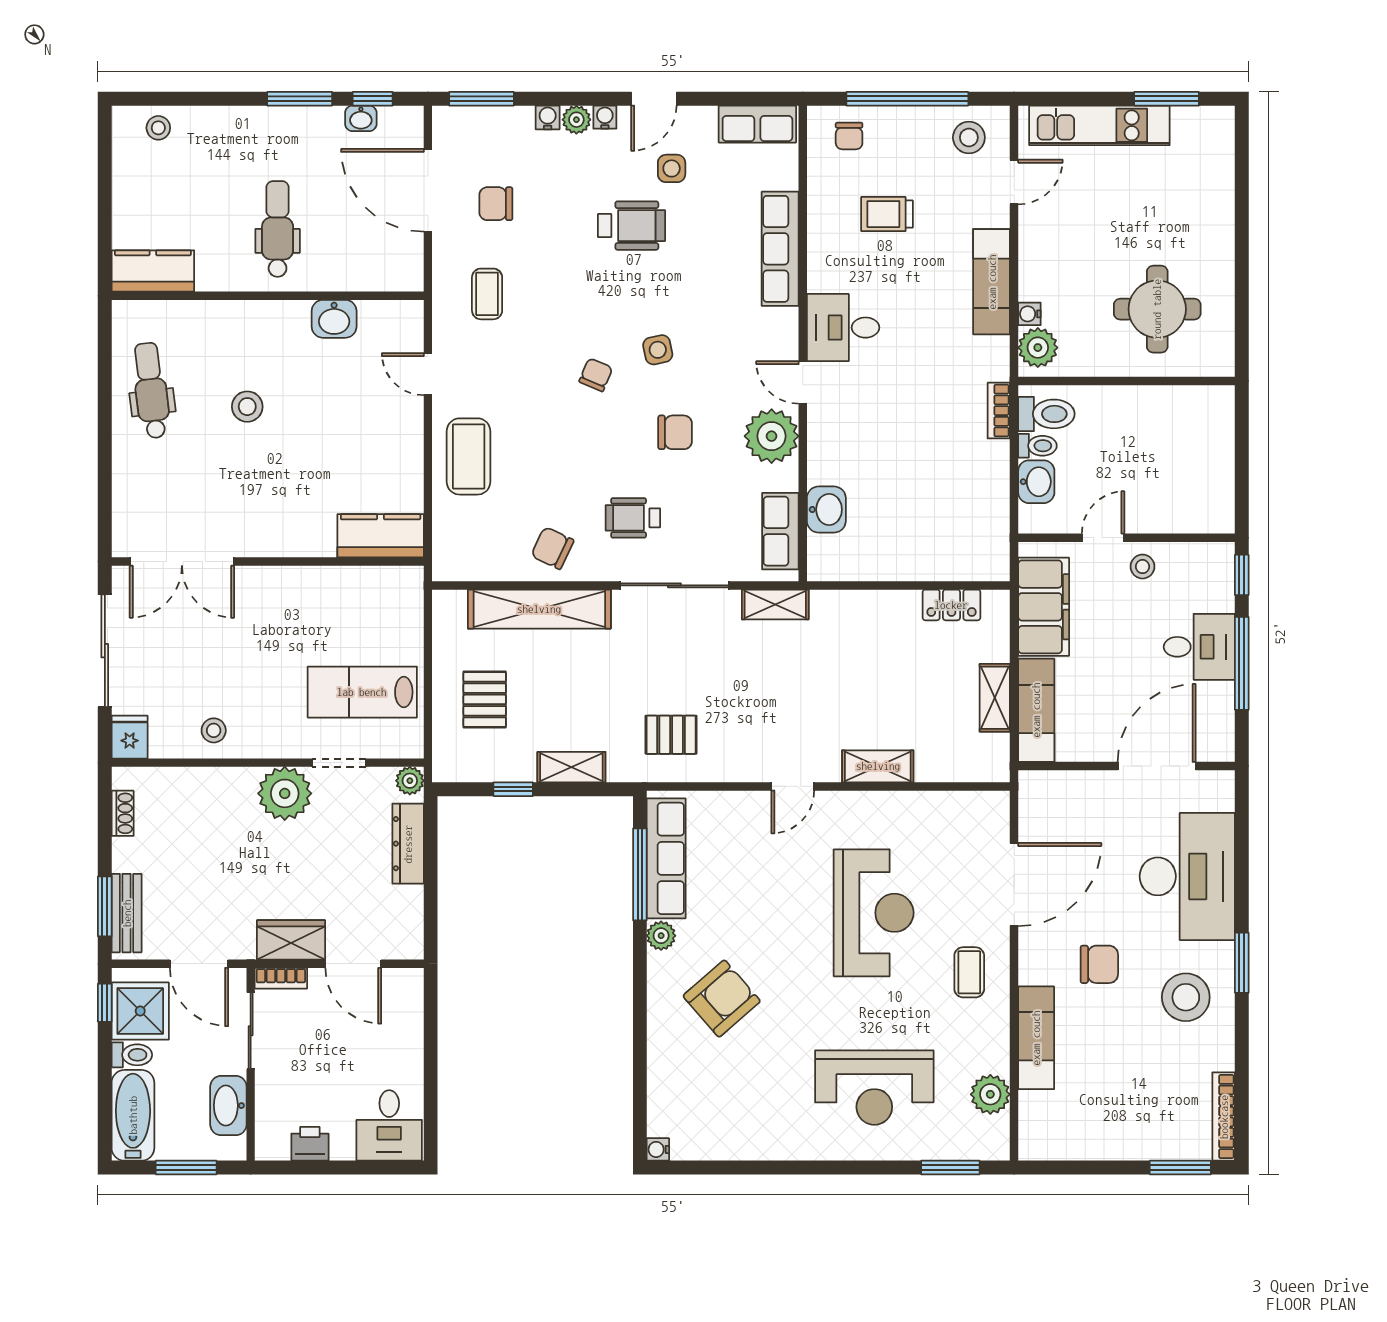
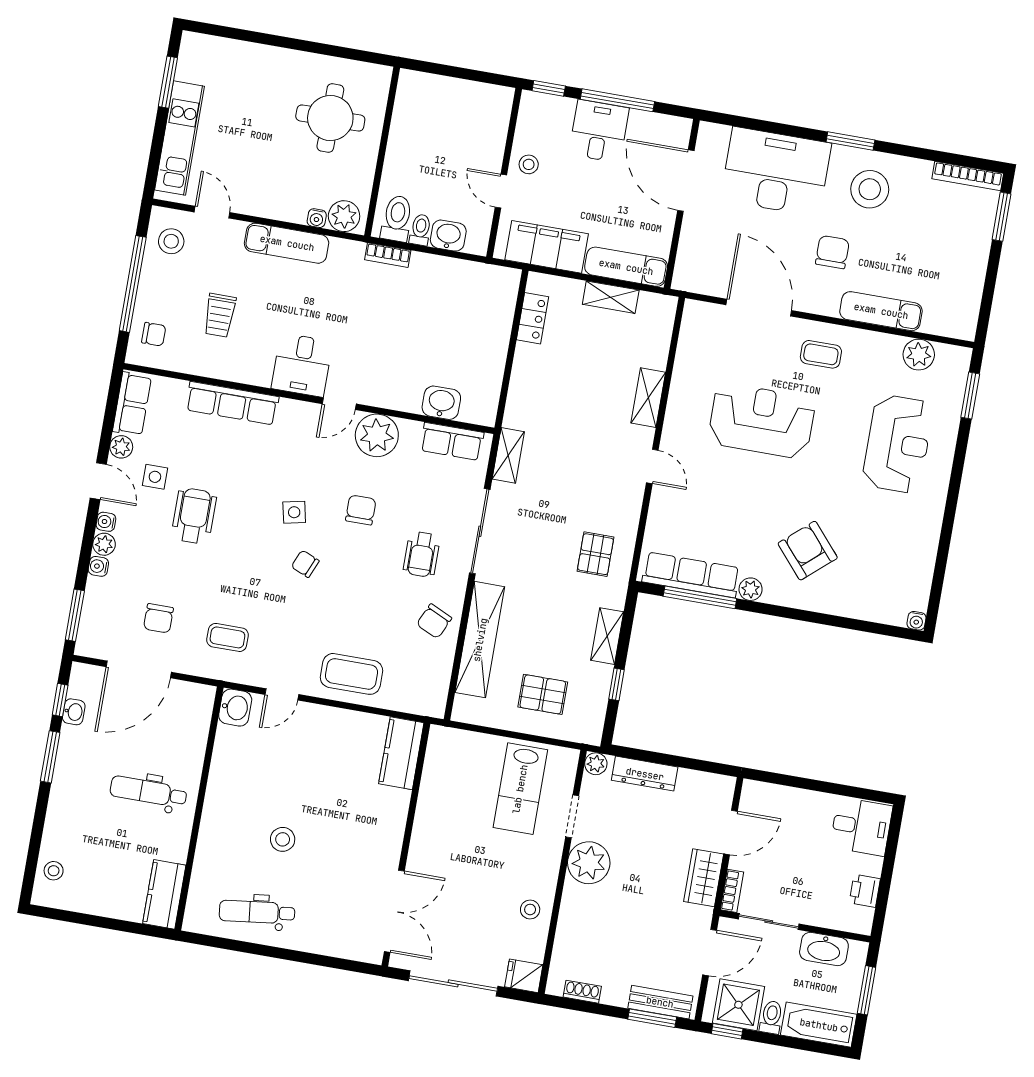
plant: (702, 120) -> (121, 447), added
washbasin: (334, 319) -> (235, 708), moved

